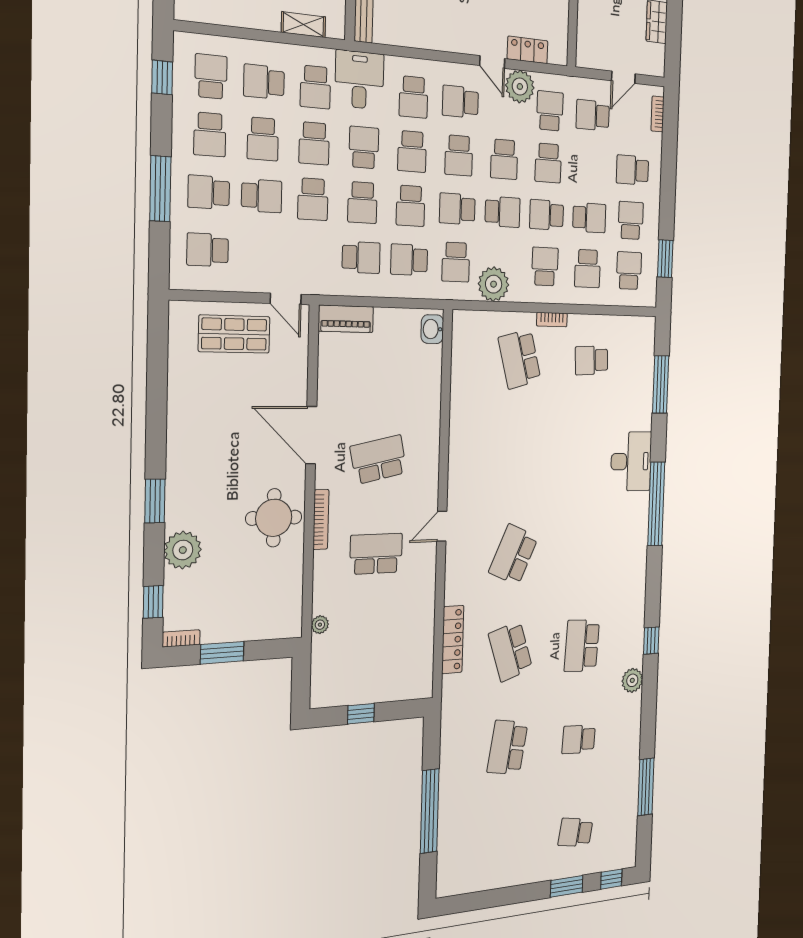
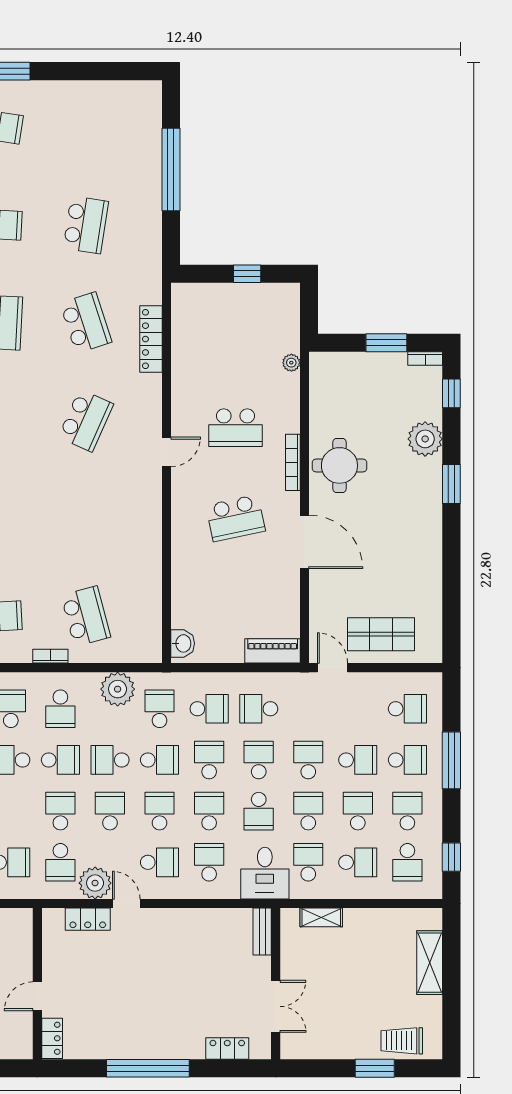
school desk: (262, 196) -> (358, 760), turned 180

